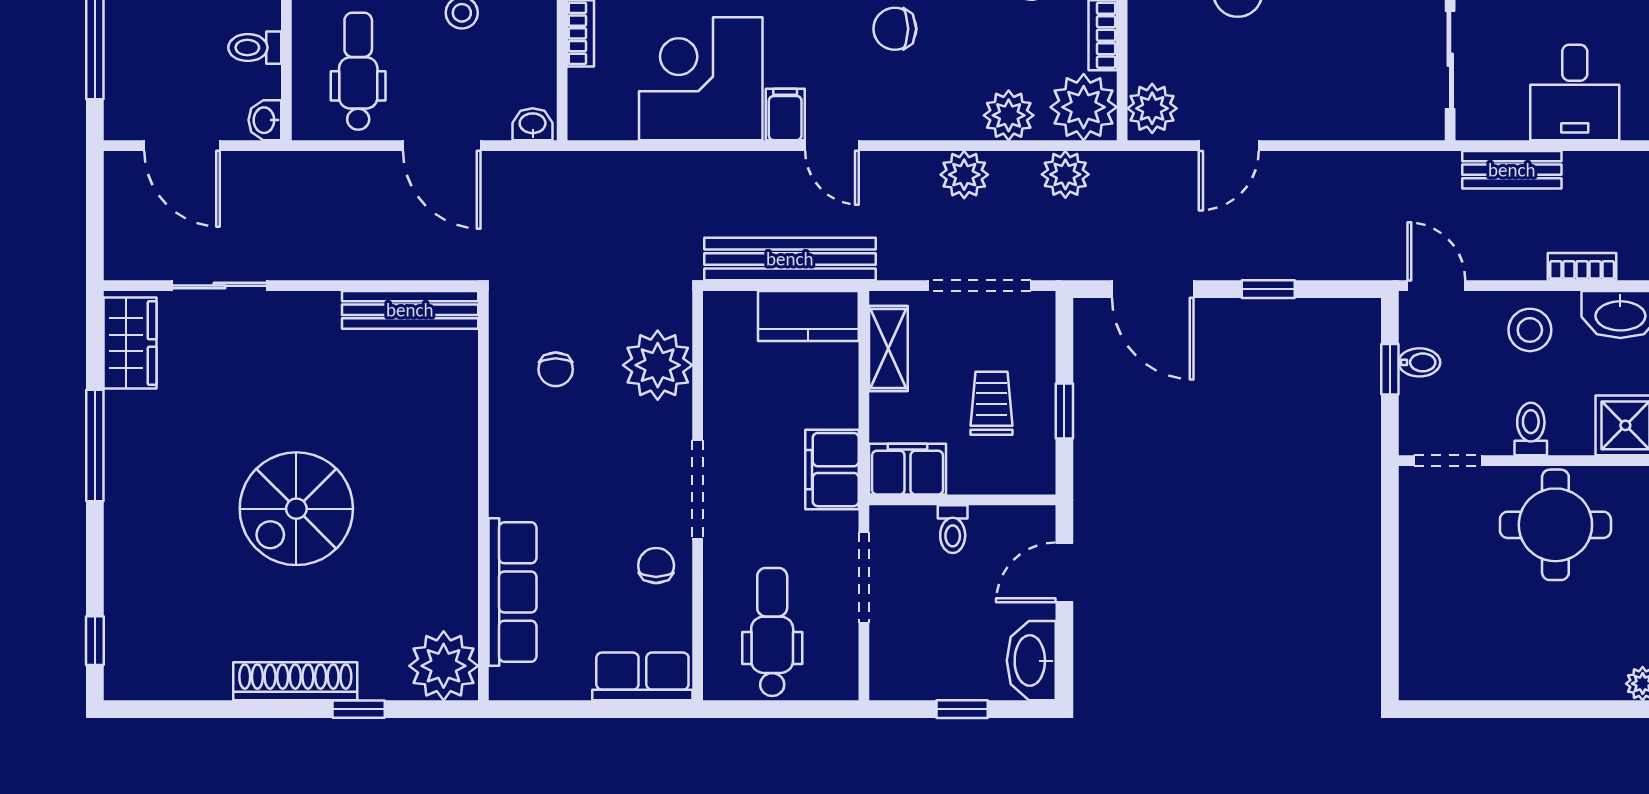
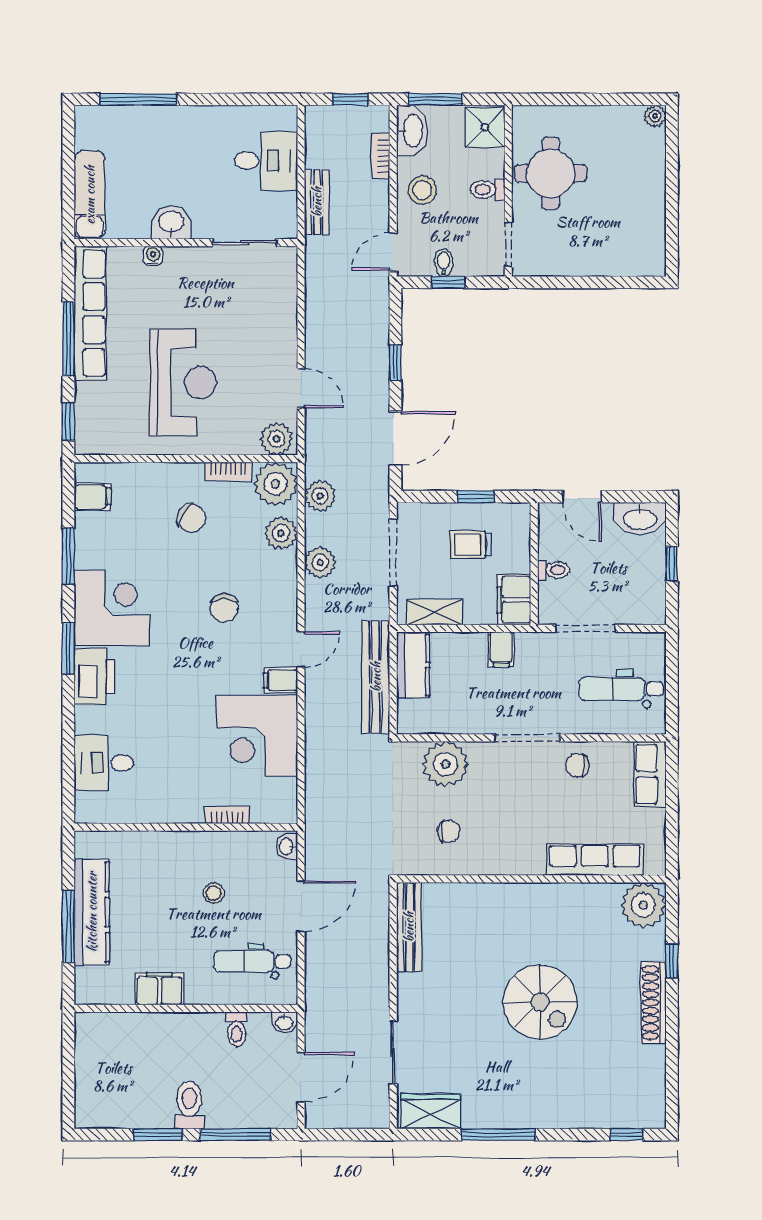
filing cabinet: (832, 470) -> (501, 649), width x0.50

